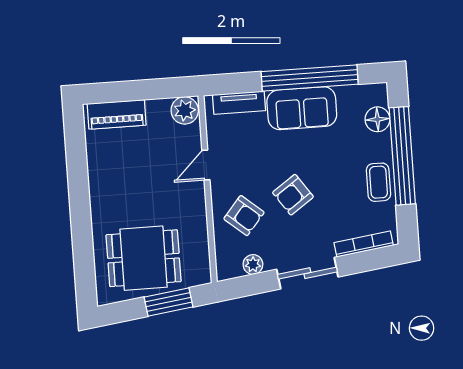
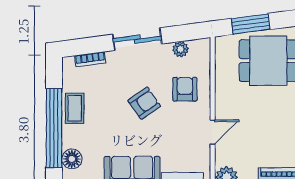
armchair: (244, 216) -> (185, 89), turned 50
bookcase: (364, 244) -> (90, 59), width x0.64

